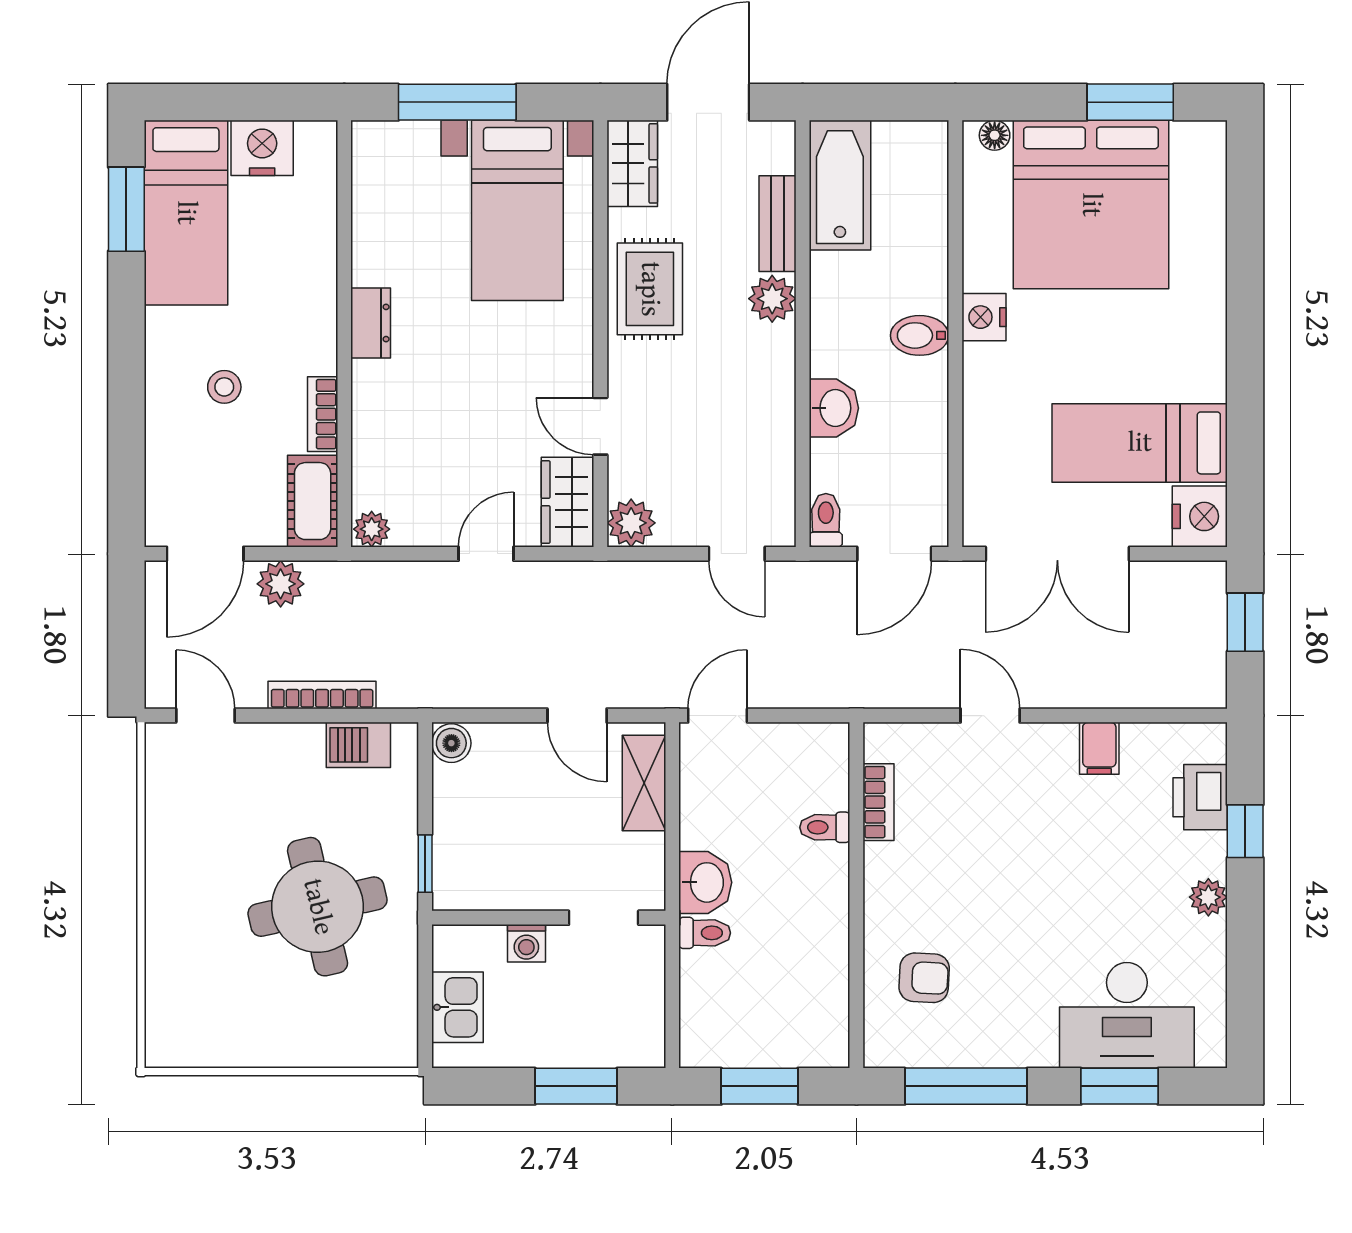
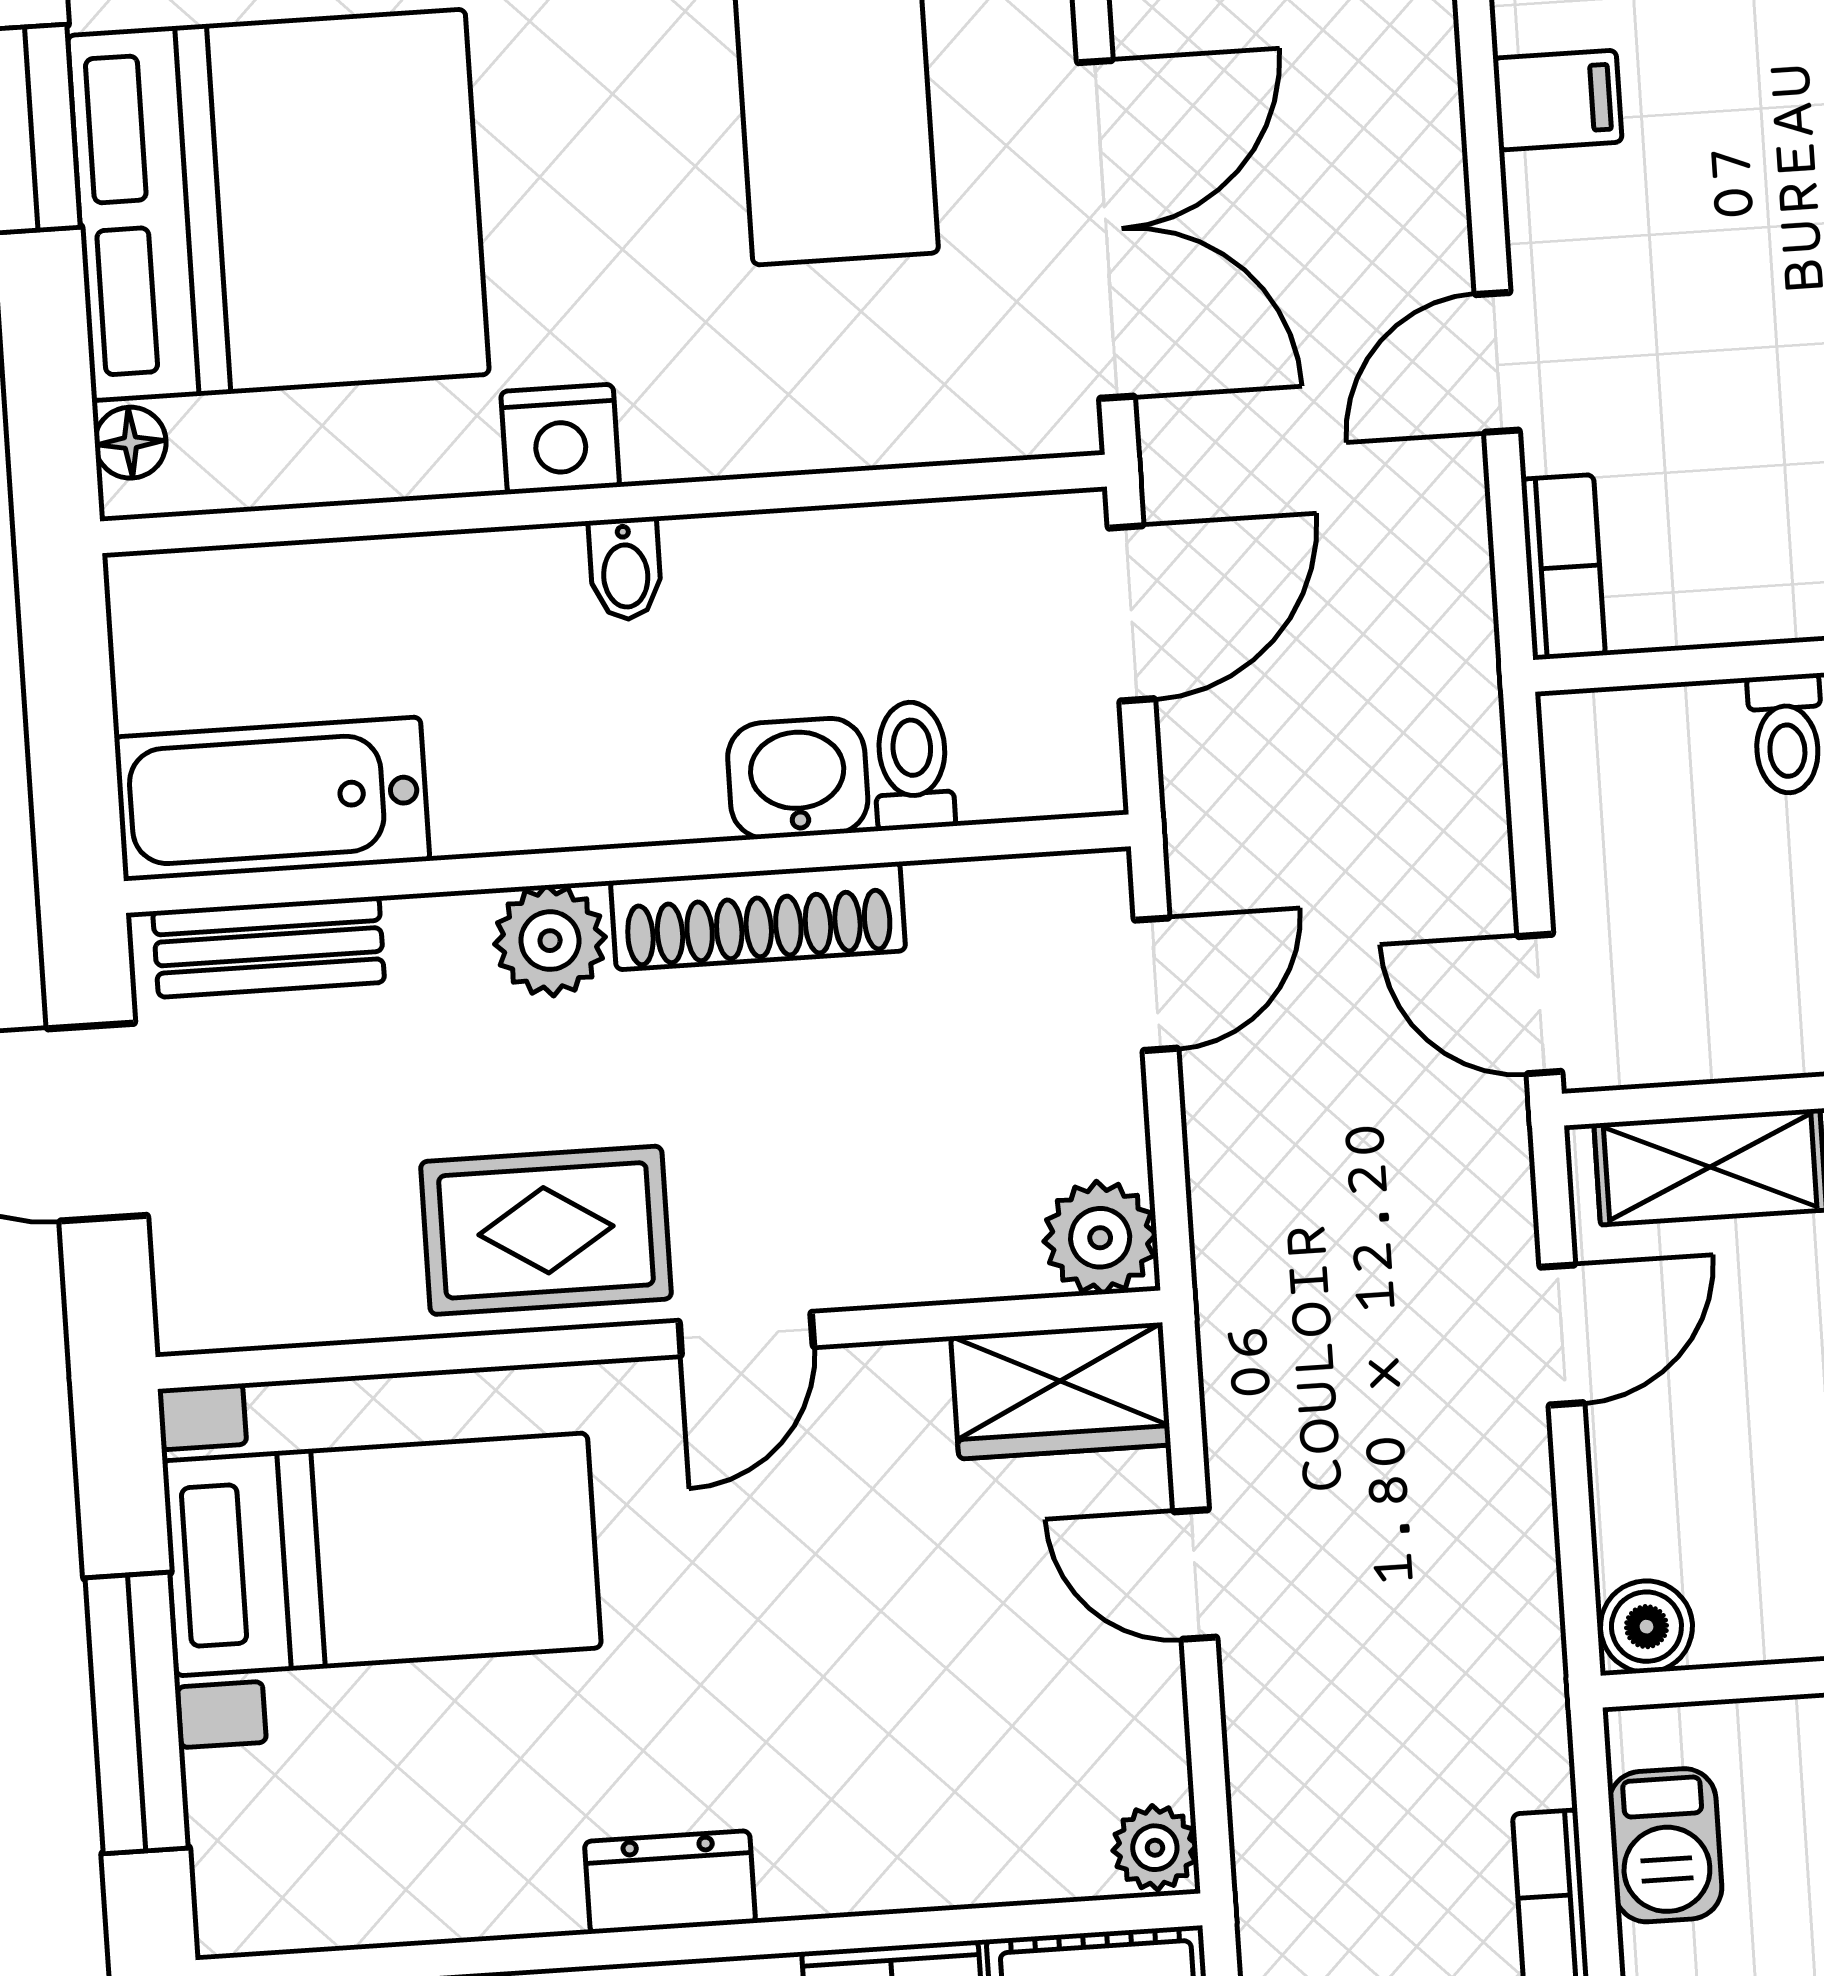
wardrobe: (632, 163) -> (253, 1291), removed
bench: (777, 224) -> (269, 947), moved
bidet: (920, 335) -> (625, 569), width x0.72, depth x0.74
shoe rack: (777, 387) -> (758, 916), added
door: (600, 426) -> (746, 1334), moved
toilet: (826, 520) -> (913, 765), moved, turned 90
door: (894, 554) -> (1131, 613), hinge flipped
bookcase: (879, 802) -> (1563, 567), moved, turned 90

